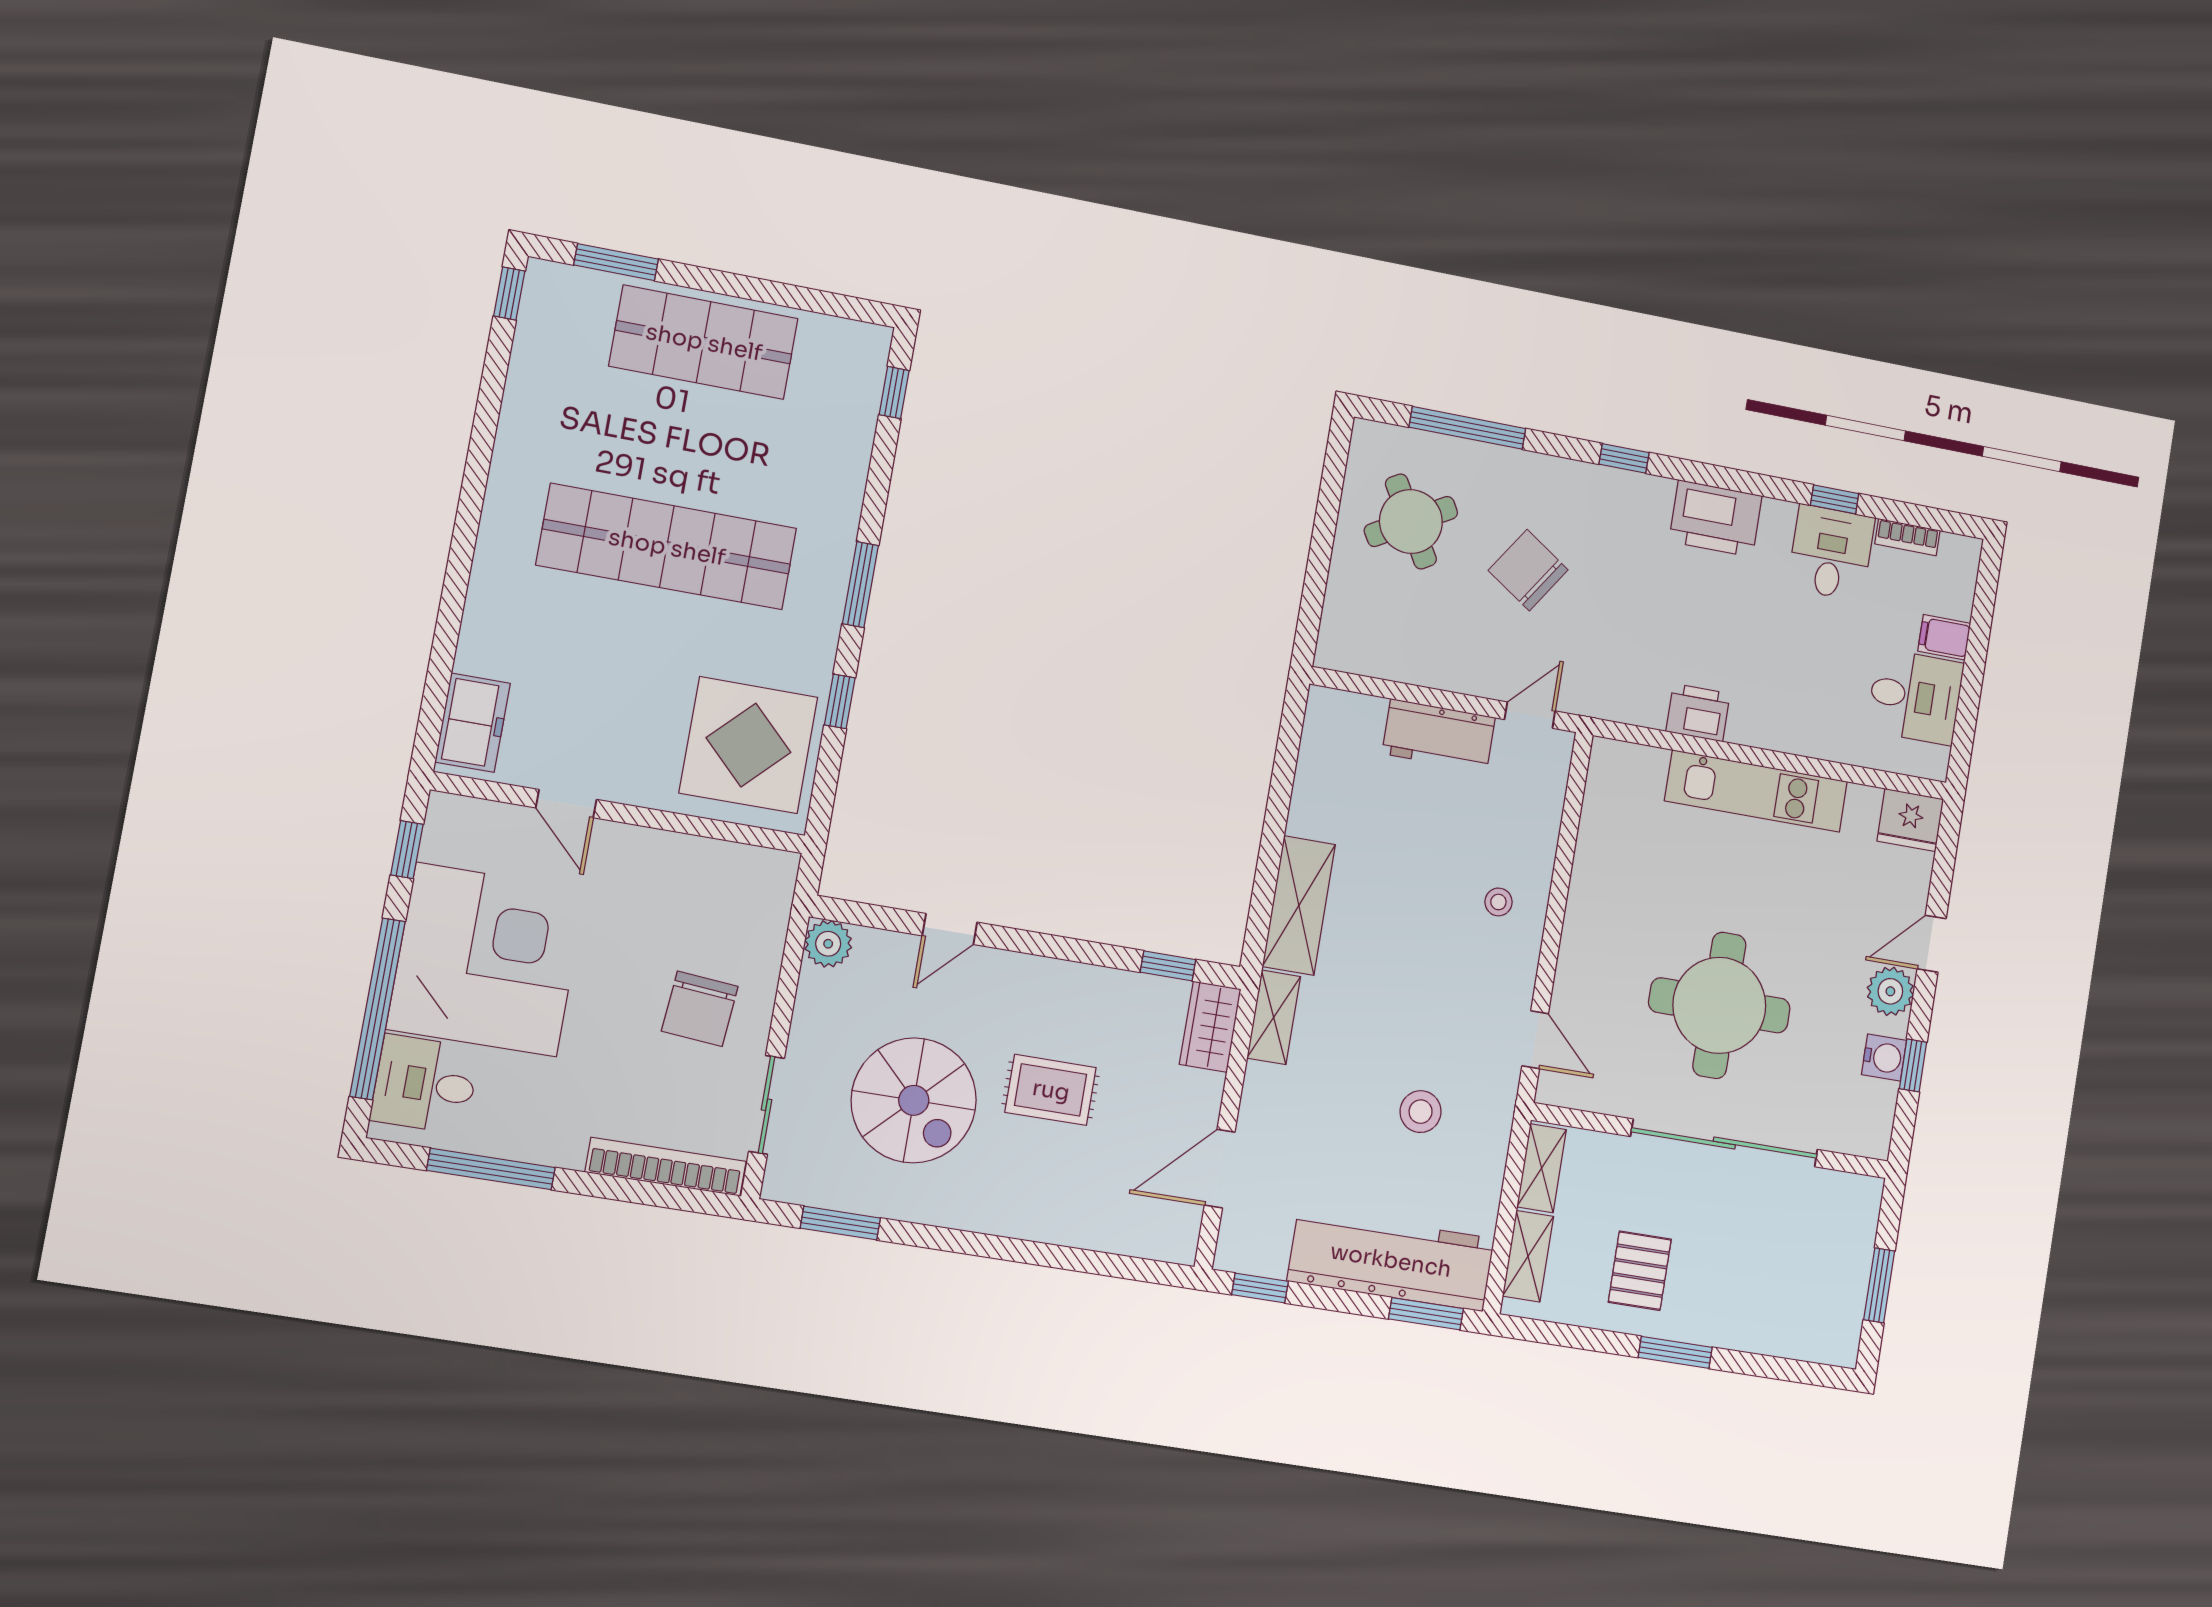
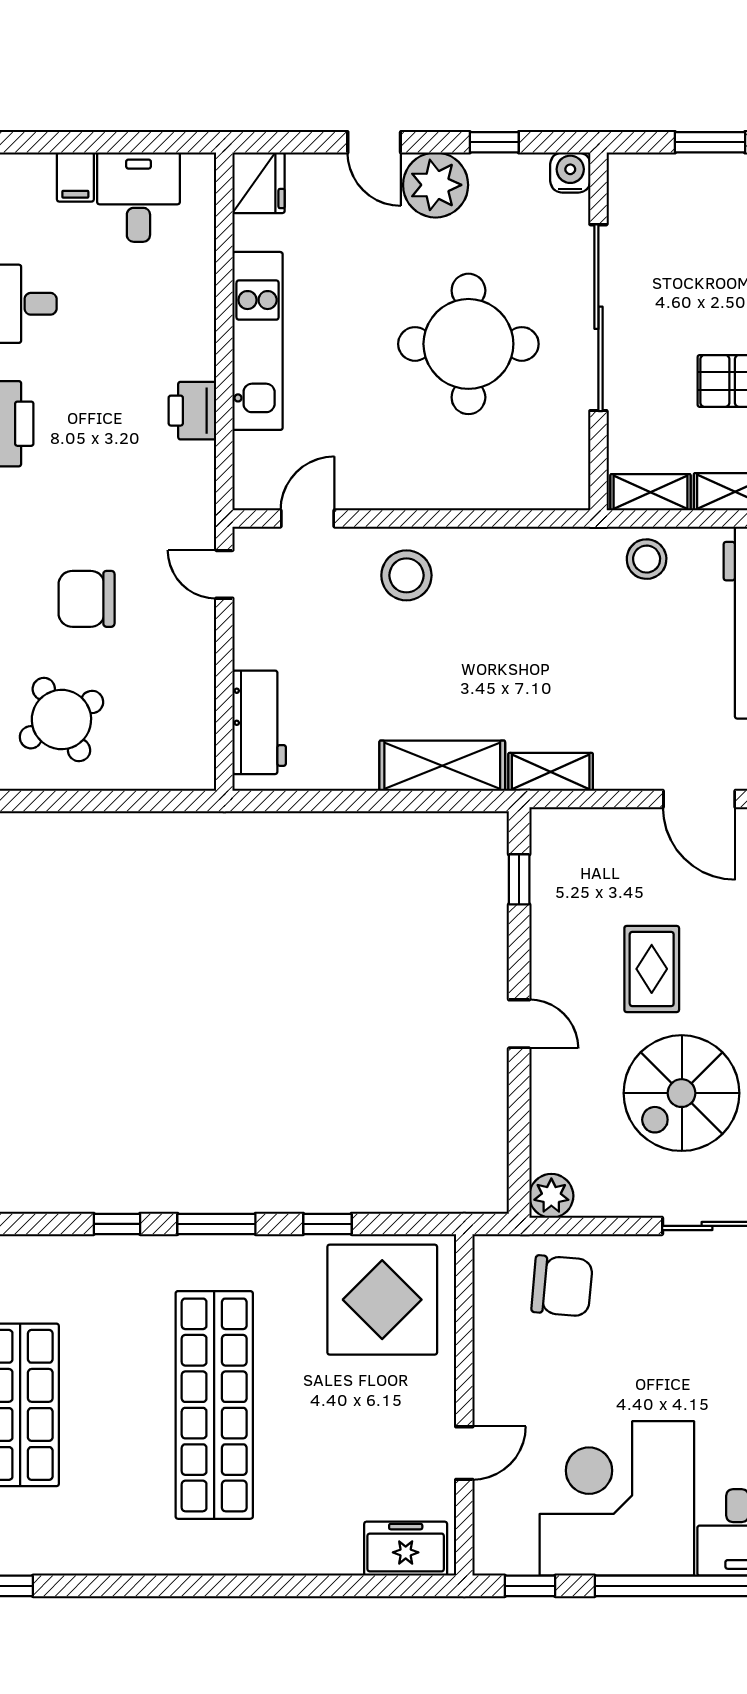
window: (894, 393) -> (117, 1224), moved
chair: (1528, 570) -> (87, 599), turned 56
workbench: (1439, 735) -> (259, 722), moved
stool: (1498, 902) -> (406, 575), width x1.89, depth x1.89
door: (950, 929) -> (519, 1024), moved
plant: (1890, 991) -> (436, 185), width x1.36, depth x1.36
chair: (700, 1009) -> (562, 1286), moved
wardrobe: (1210, 1027) -> (569, 830), removed
door: (1535, 1040) -> (307, 518), moved
water cooler: (1884, 1057) -> (570, 173), moved
spiral stairs: (914, 1100) -> (682, 1093), turned 180
stool: (1421, 1112) -> (647, 559), moved

